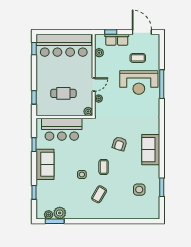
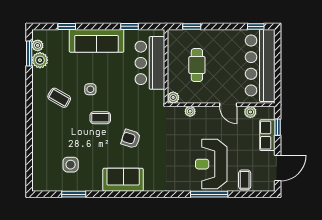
coffee table: (138, 58) -> (245, 180), moved
door: (94, 84) -> (228, 105), moved
sofa: (45, 164) -> (97, 41), width x1.36
coffee table: (99, 194) -> (59, 98), moved

